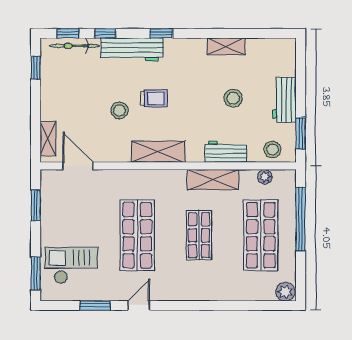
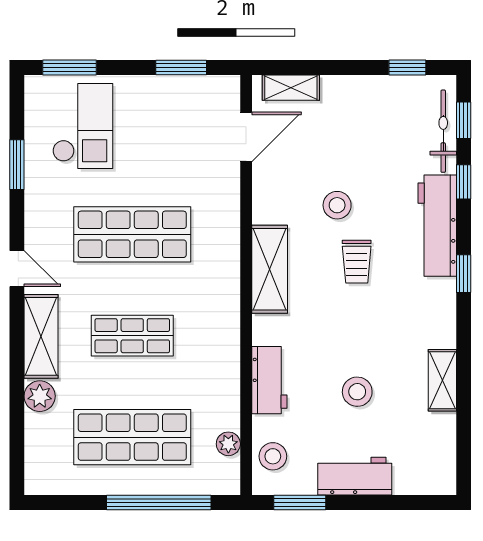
shelving: (213, 180) -> (41, 336), moved
plant: (285, 292) -> (40, 396), moved
door: (139, 305) -> (17, 269), moved

